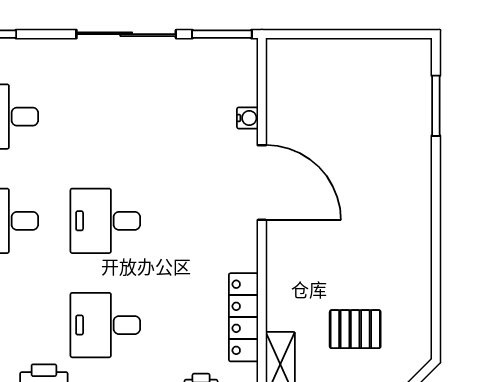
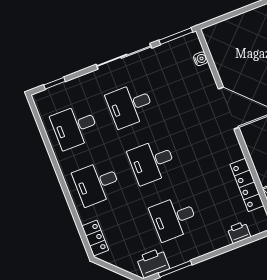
desk: (105, 117) -> (130, 105), added
water cooler: (248, 118) -> (201, 59), moved

